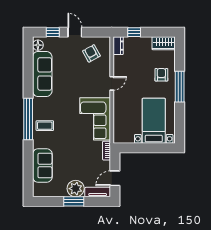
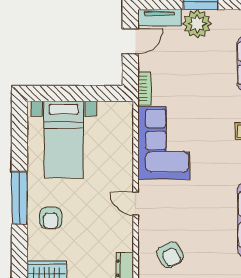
door: (112, 83) -> (136, 204), hinge flipped

